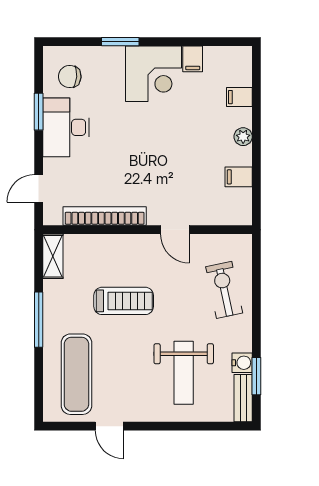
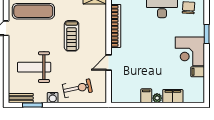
filing cabinet: (239, 97) -> (173, 96), width x2.00
filing cabinet: (239, 177) -> (146, 96), moved
water cooler: (242, 363) -> (53, 98), moved

